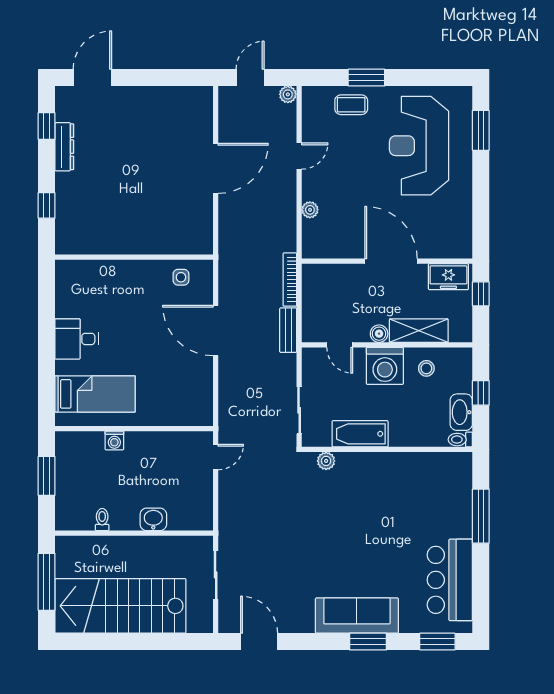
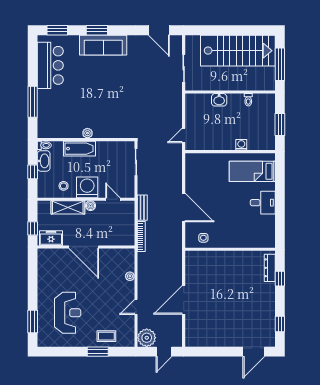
plant: (288, 94) -> (147, 338), width x1.87, depth x1.87
reception desk: (419, 146) -> (68, 313), width x0.74, depth x0.77
dresser: (64, 147) -> (270, 268), moved
bathtub: (360, 434) -> (79, 149), moved
plant: (326, 461) -> (87, 133), moved

